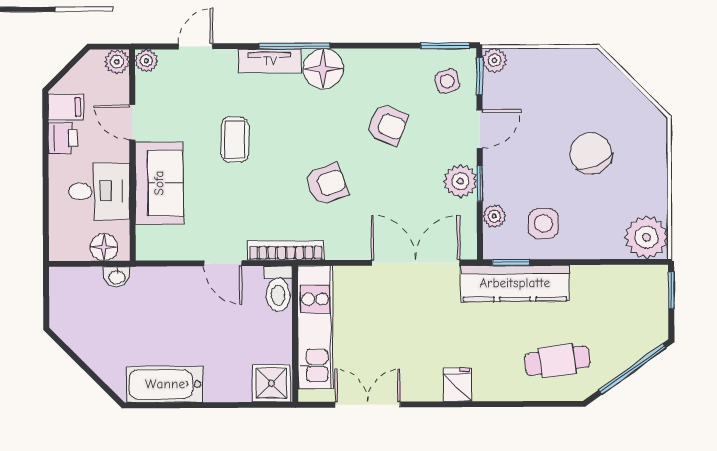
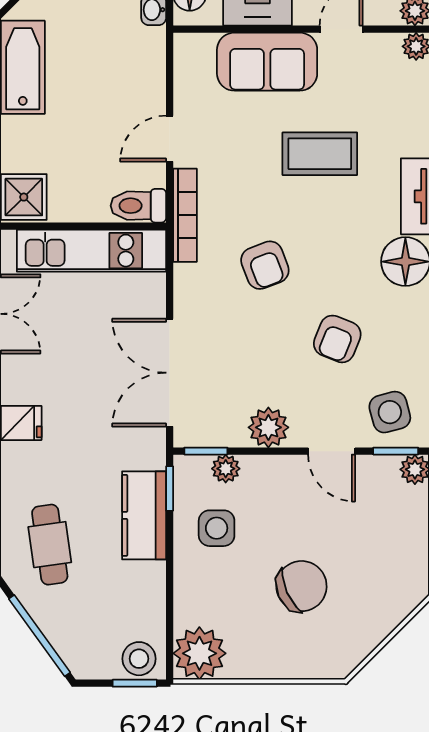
side table: (447, 81) -> (390, 412), width x1.37, depth x1.37
coffee table: (235, 140) -> (320, 154), width x1.36, depth x1.30
window: (480, 183) -> (206, 451), moved
double door: (416, 263) -> (170, 373), swing flipped
kitchen counter: (515, 283) -> (144, 515), width x0.67
stool: (651, 287) -> (139, 659), added

